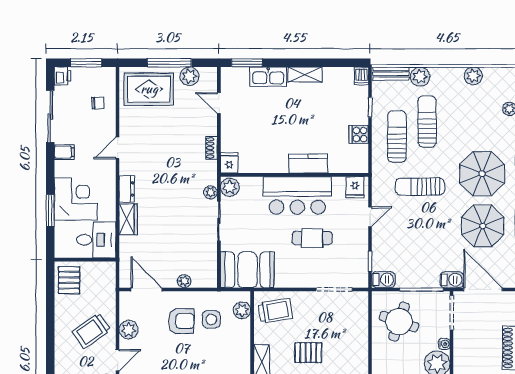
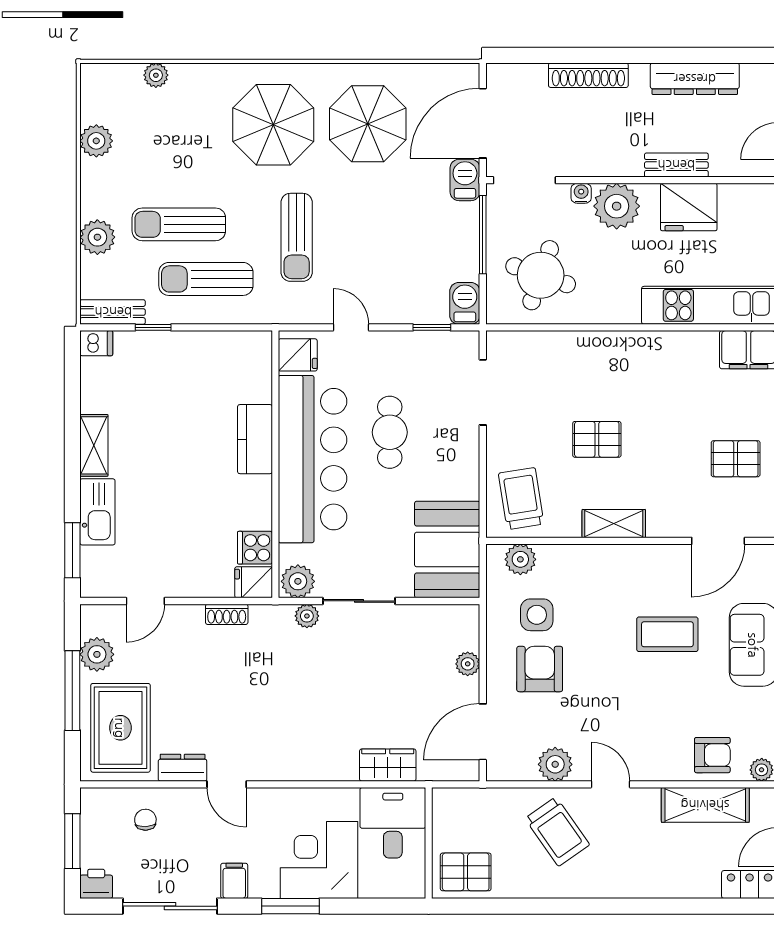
bench: (391, 74) -> (113, 312), moved, turned 90
cooker: (359, 134) -> (255, 548), moved, turned 90
dresser: (127, 189) -> (183, 768), moved
bar counter: (297, 195) -> (313, 459), width x1.36
window: (50, 211) -> (290, 906), moved
wardrobe: (128, 219) -> (388, 765), moved
pallet: (308, 353) -> (597, 439), turned 90

